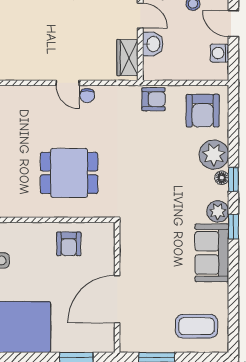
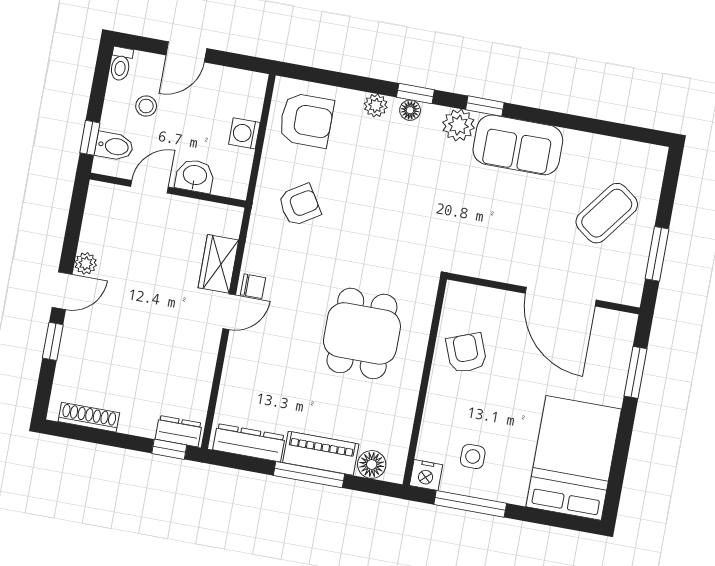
washing machine: (220, 53) -> (244, 133), moved, turned 90
wardrobe: (127, 58) -> (218, 264), moved, turned 90
armchair: (153, 99) -> (299, 205), moved, turned 58
plant: (214, 155) -> (376, 106), width x0.53, depth x0.53
armchair: (69, 244) -> (466, 353), turned -111
coffee table: (197, 326) -> (607, 213), moved, turned 37

